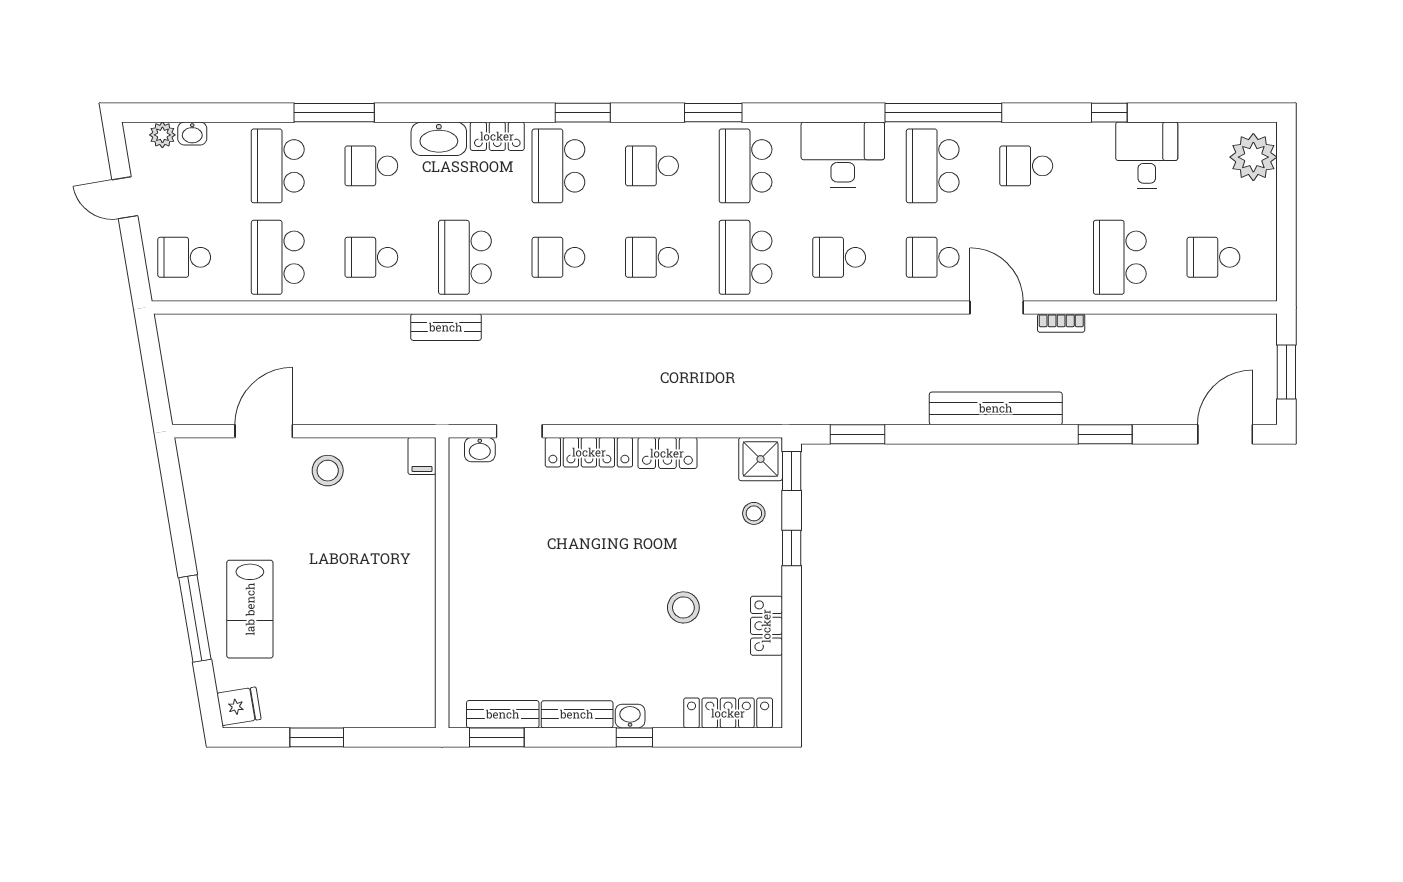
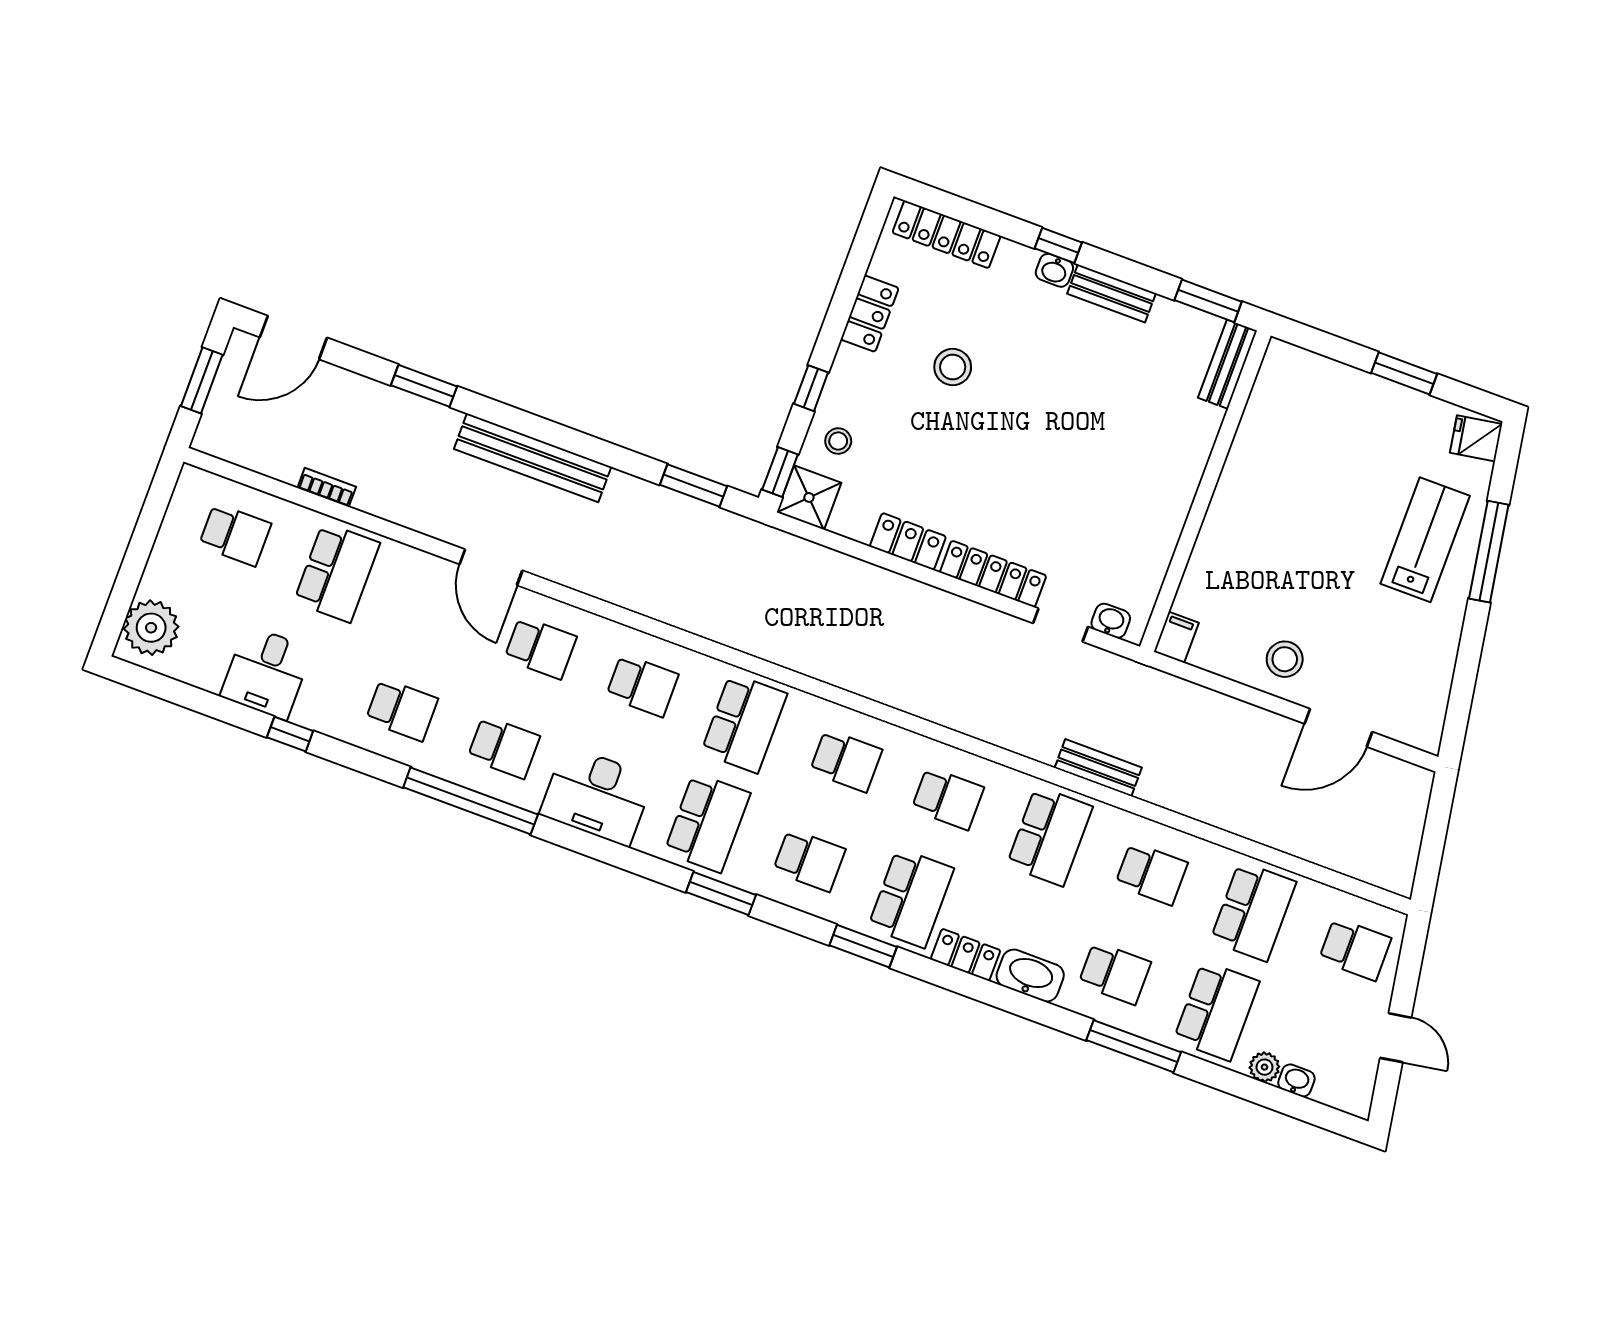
plant: (162, 135) -> (1264, 1067), moved
school desk: (933, 166) -> (504, 747), width x0.54
bookcase: (1061, 323) -> (327, 487), moved
bench: (503, 714) -> (1228, 364), moved, turned 90

